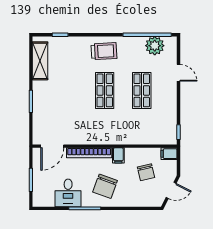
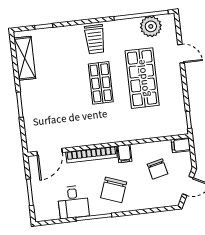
trolley: (104, 51) -> (95, 39), turned 93
shop shelf: (142, 90) -> (142, 78), width x1.43, depth x1.36

